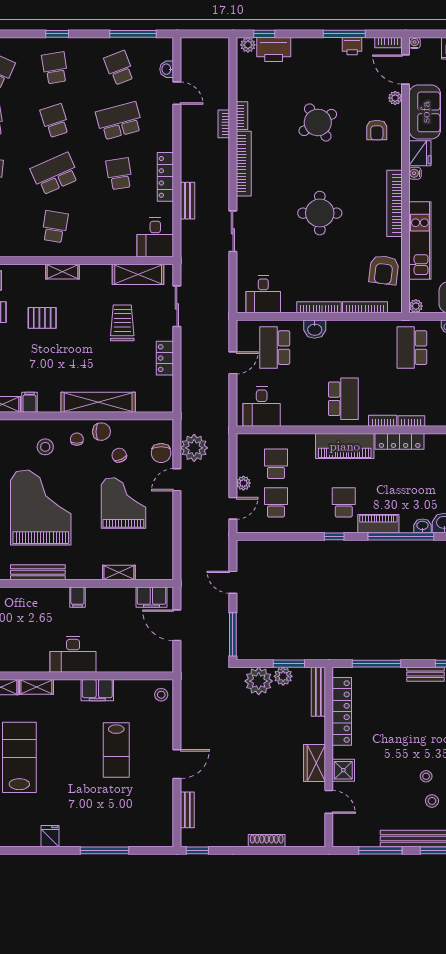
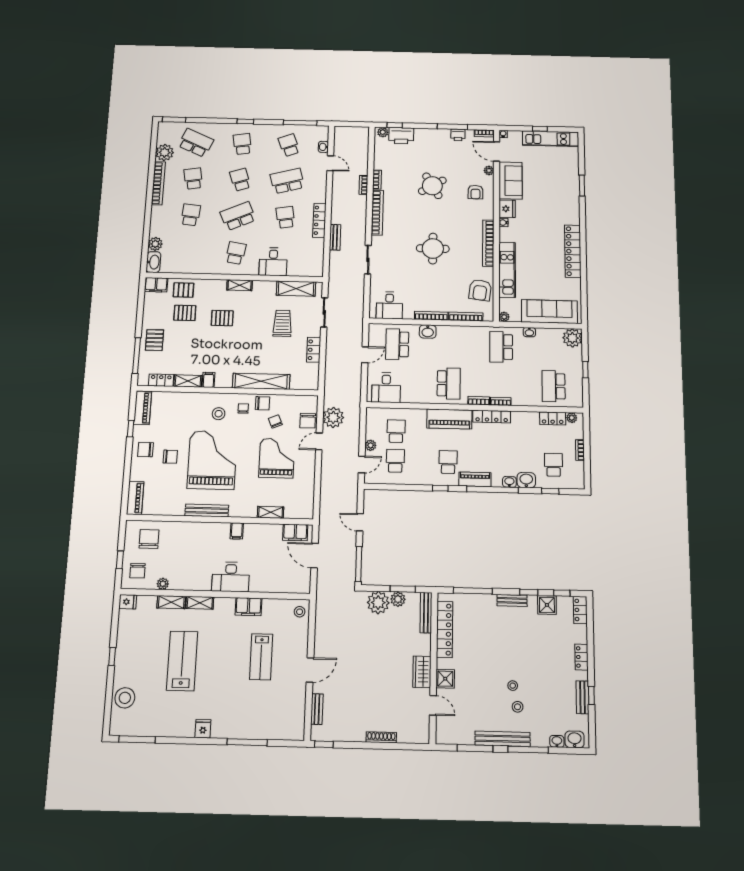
desk: (155, 238) -> (273, 262), moved

